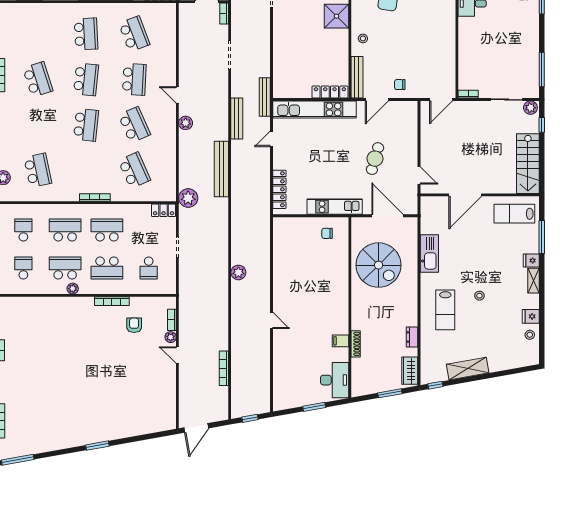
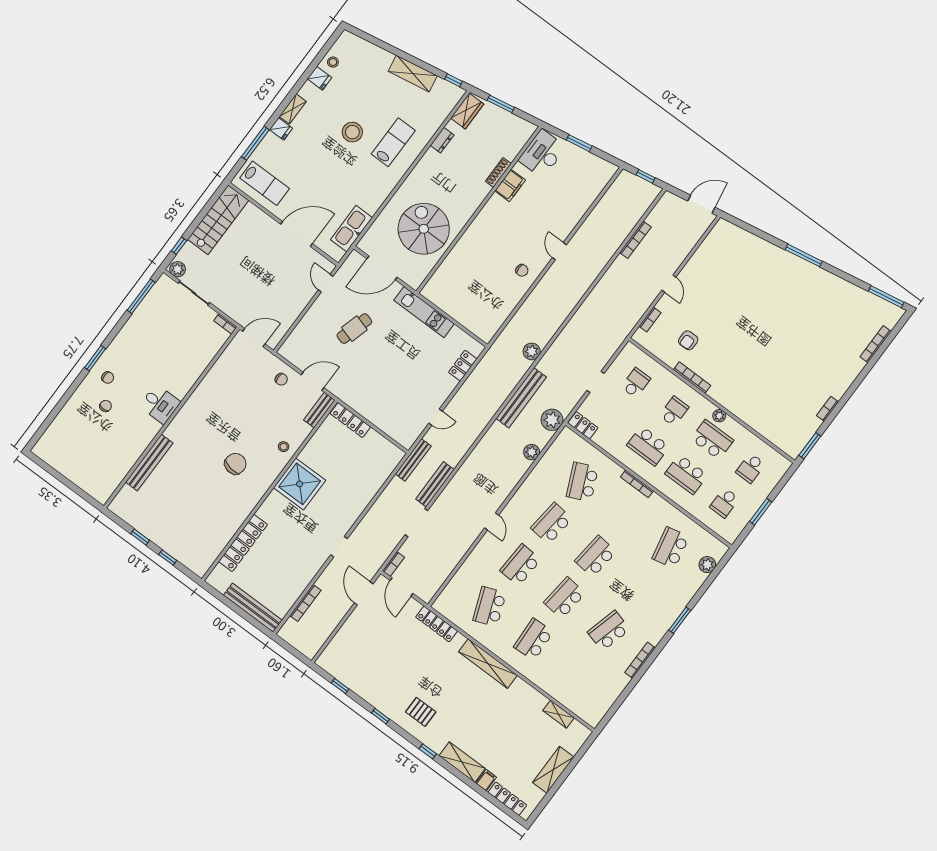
shower: (337, 16) -> (300, 484), width x1.37, depth x1.37
bench: (357, 77) -> (319, 410), width x0.73
school desk: (38, 79) -> (609, 631), turned 33
kitchen unit: (314, 109) -> (376, 415), removed
bench: (237, 118) -> (435, 484), moved
plant: (186, 123) -> (532, 452), moved
school desk: (134, 125) -> (551, 523), turned 30
bench: (221, 169) -> (521, 398), moved
locker: (279, 189) -> (463, 366), width x0.66
door: (387, 216) -> (382, 268), hinge flipped
chair: (327, 233) -> (522, 270), moved
kitchen sink: (429, 253) -> (351, 229), moved
school desk: (65, 268) -> (712, 440), turned 180
school desk: (107, 268) -> (674, 411), width x0.54
plant: (238, 272) -> (532, 351), moved
stool: (479, 296) -> (352, 132), width x1.89, depth x1.89
plant: (171, 337) -> (663, 305), removed
filing cabinet: (341, 341) -> (510, 185), width x2.00
window: (97, 446) -> (804, 255), width x1.44

